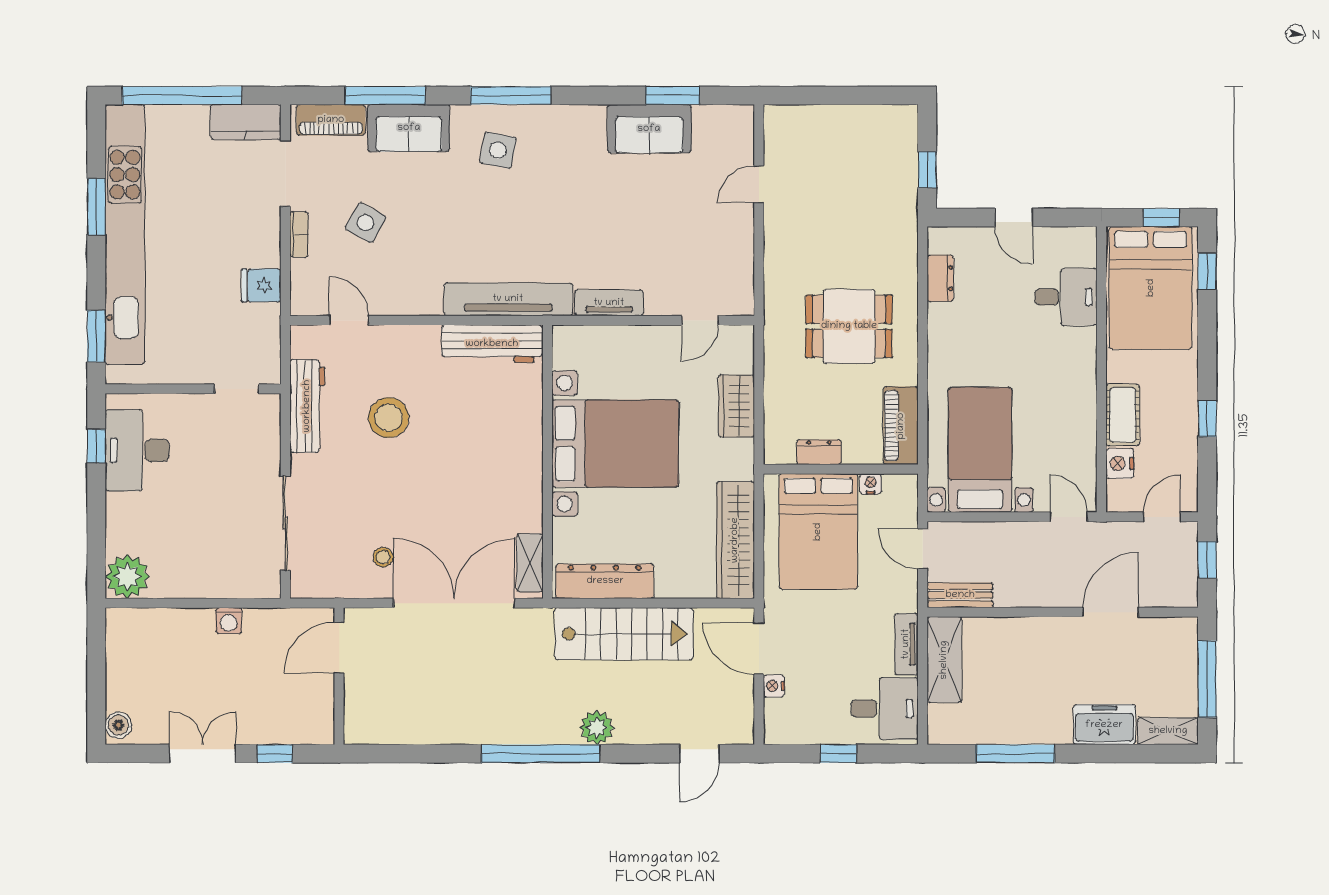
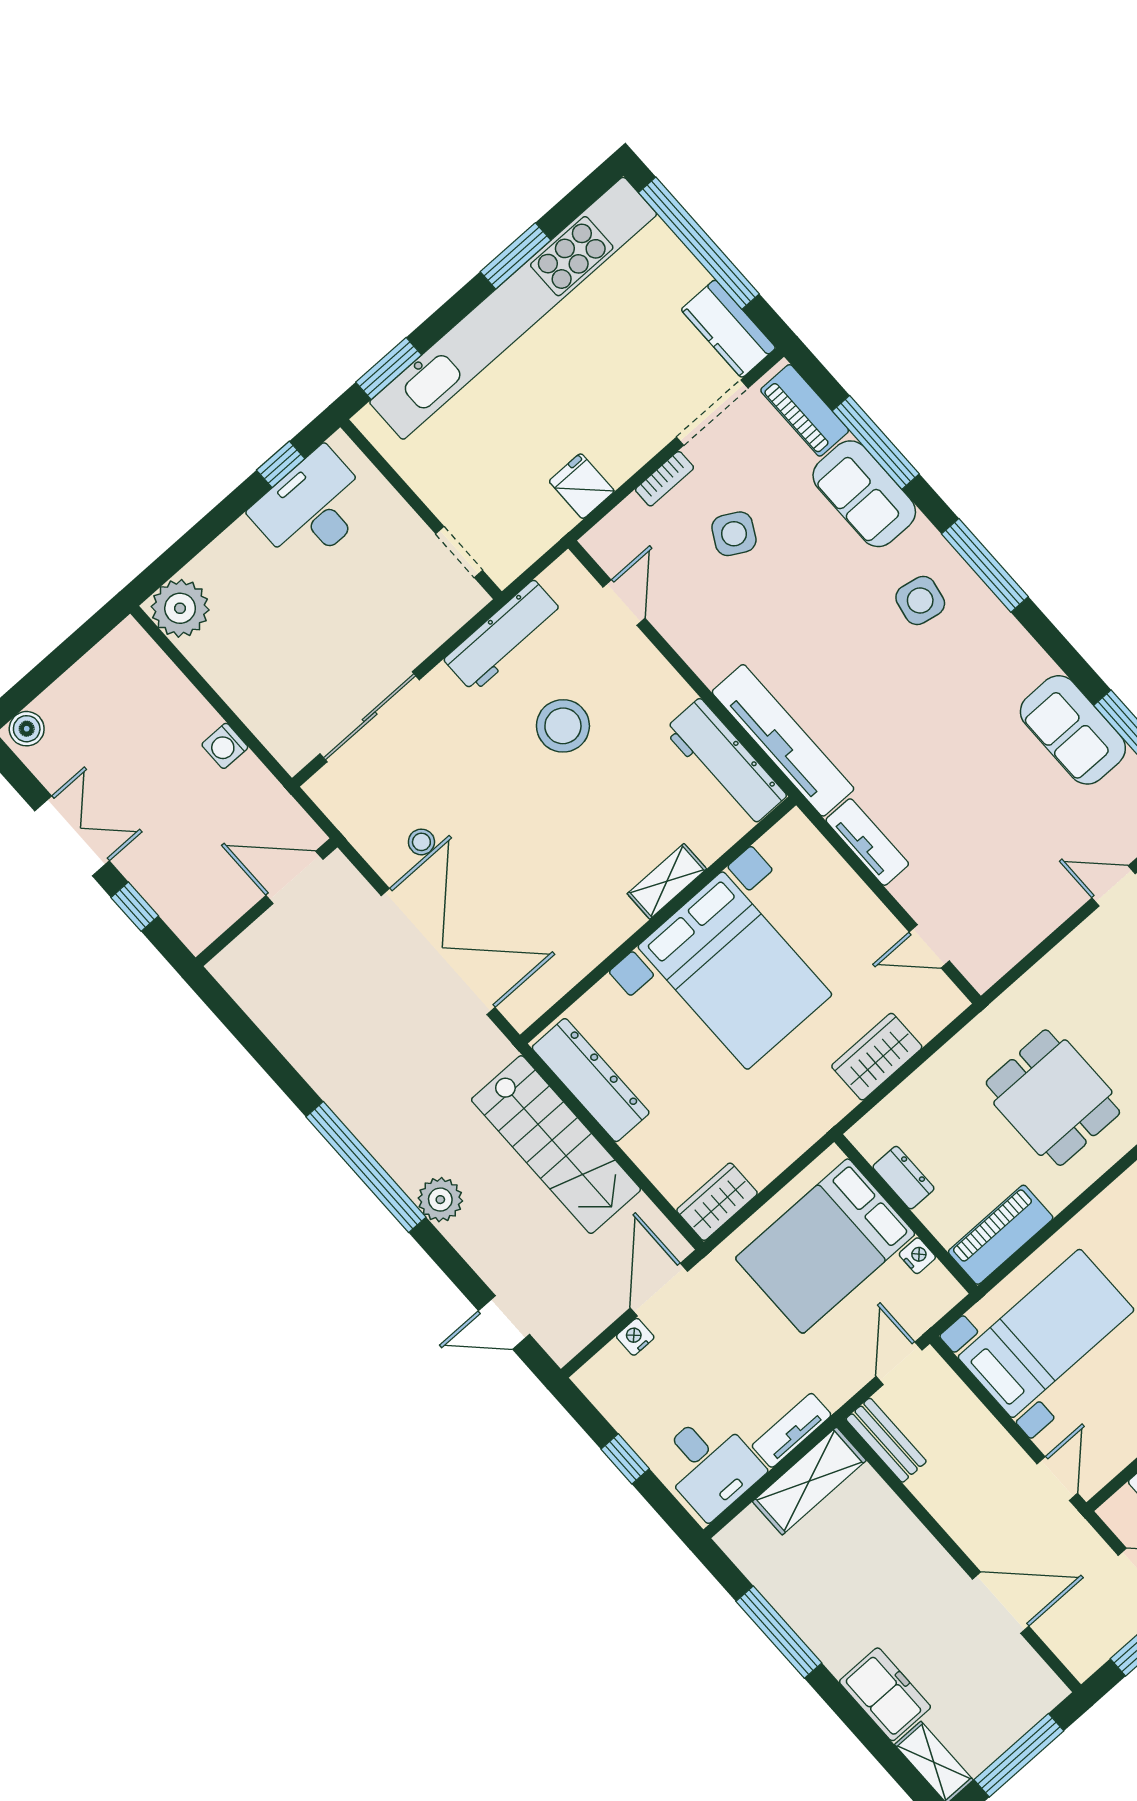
wardrobe: (735, 540) -> (717, 1202), width x0.48, depth x0.85
shelving: (530, 563) -> (667, 881), moved

